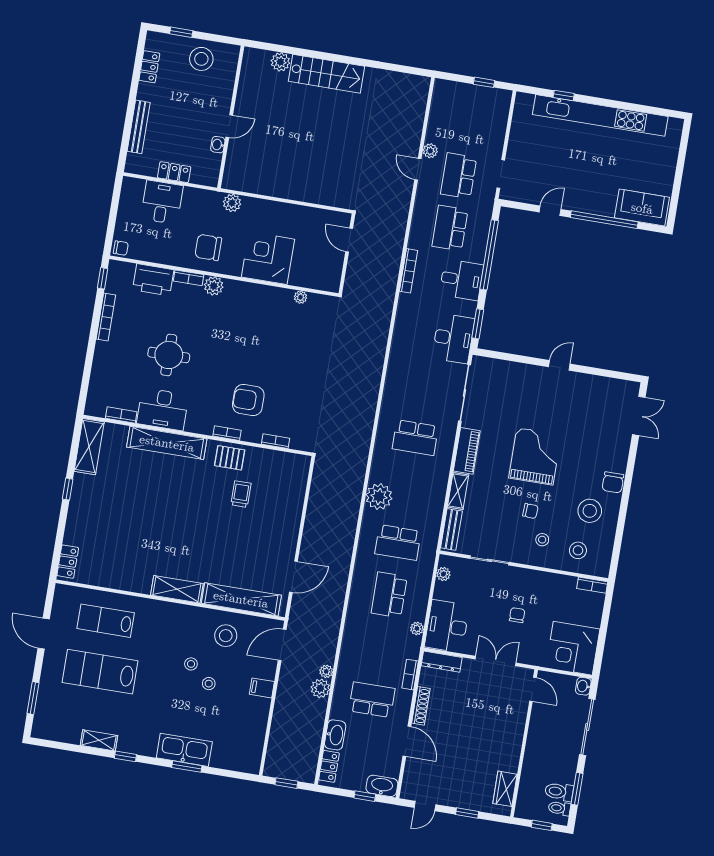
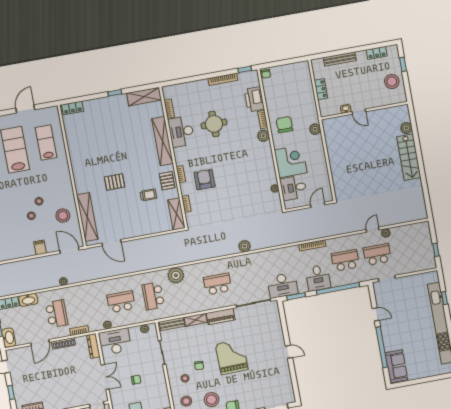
desk: (162, 202) -> (293, 188), moved, turned 180
school desk: (415, 438) -> (217, 284), turned 90
grand piano: (535, 456) -> (232, 357), turned -91
pallet: (203, 538) -> (115, 182), added
shelving: (177, 589) -> (176, 214), moved
plant: (320, 688) -> (245, 246), moved

